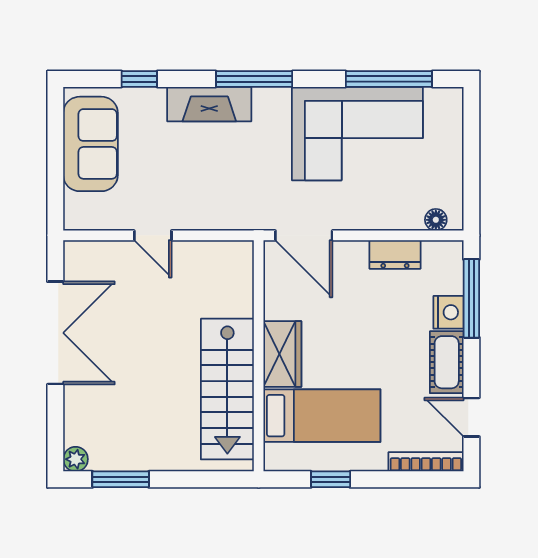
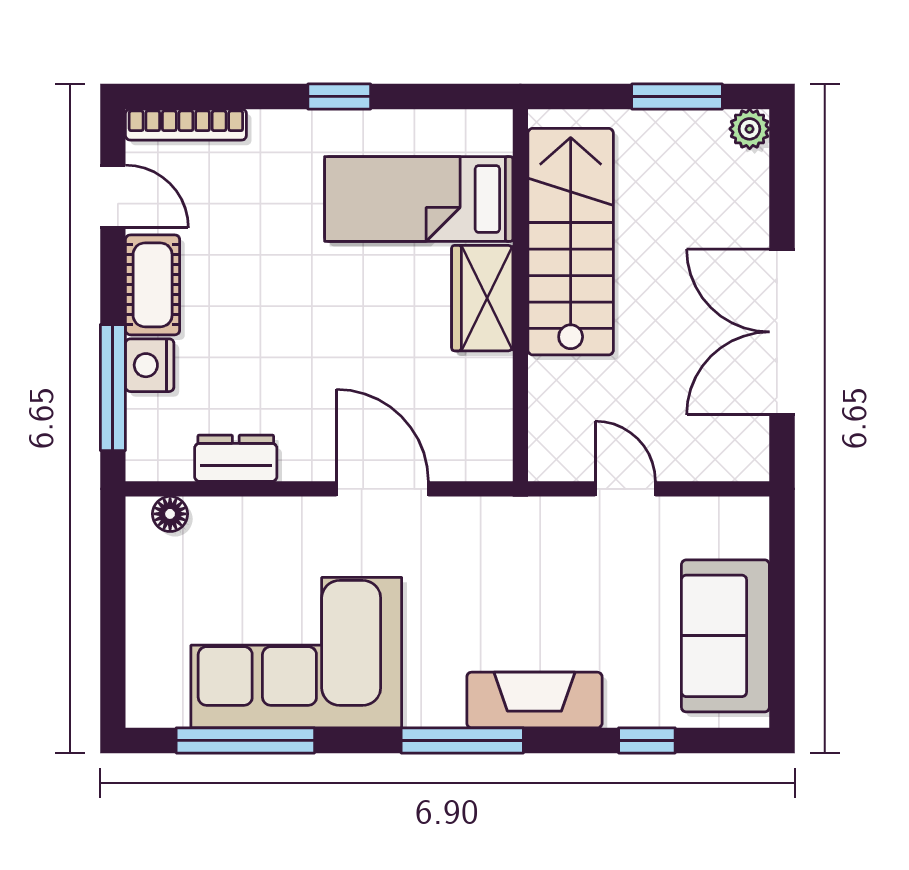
wardrobe: (282, 354) -> (482, 298), moved
wall: (259, 356) -> (520, 295), moved
stairs: (227, 389) -> (571, 242), moved
bed: (322, 416) -> (419, 199), moved

